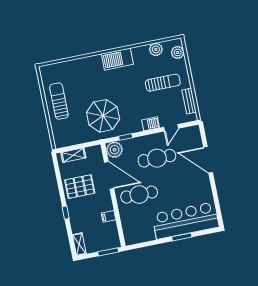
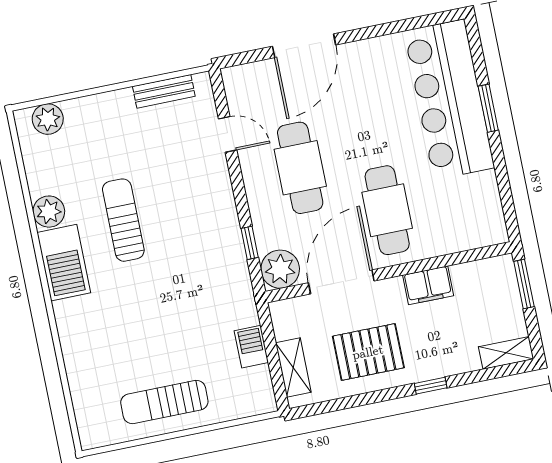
plant: (156, 49) -> (49, 212), moved
sun lounger: (163, 83) -> (123, 220), moved
parasol: (103, 116) -> (199, 297), removed
barbecue: (151, 124) -> (251, 347), moved
pallet: (80, 187) -> (368, 352), turned 90
filing cabinet: (109, 216) -> (428, 285), width x2.00

